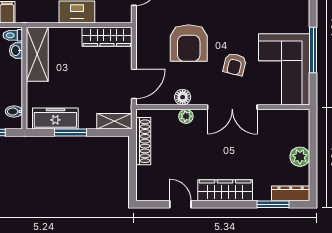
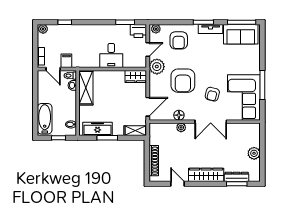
plant: (148, 21) -> (157, 67), added
wardrobe: (107, 37) -> (136, 77), width x0.67
shoe rack: (143, 141) -> (154, 161), moved
dresser: (291, 193) -> (237, 177), moved

